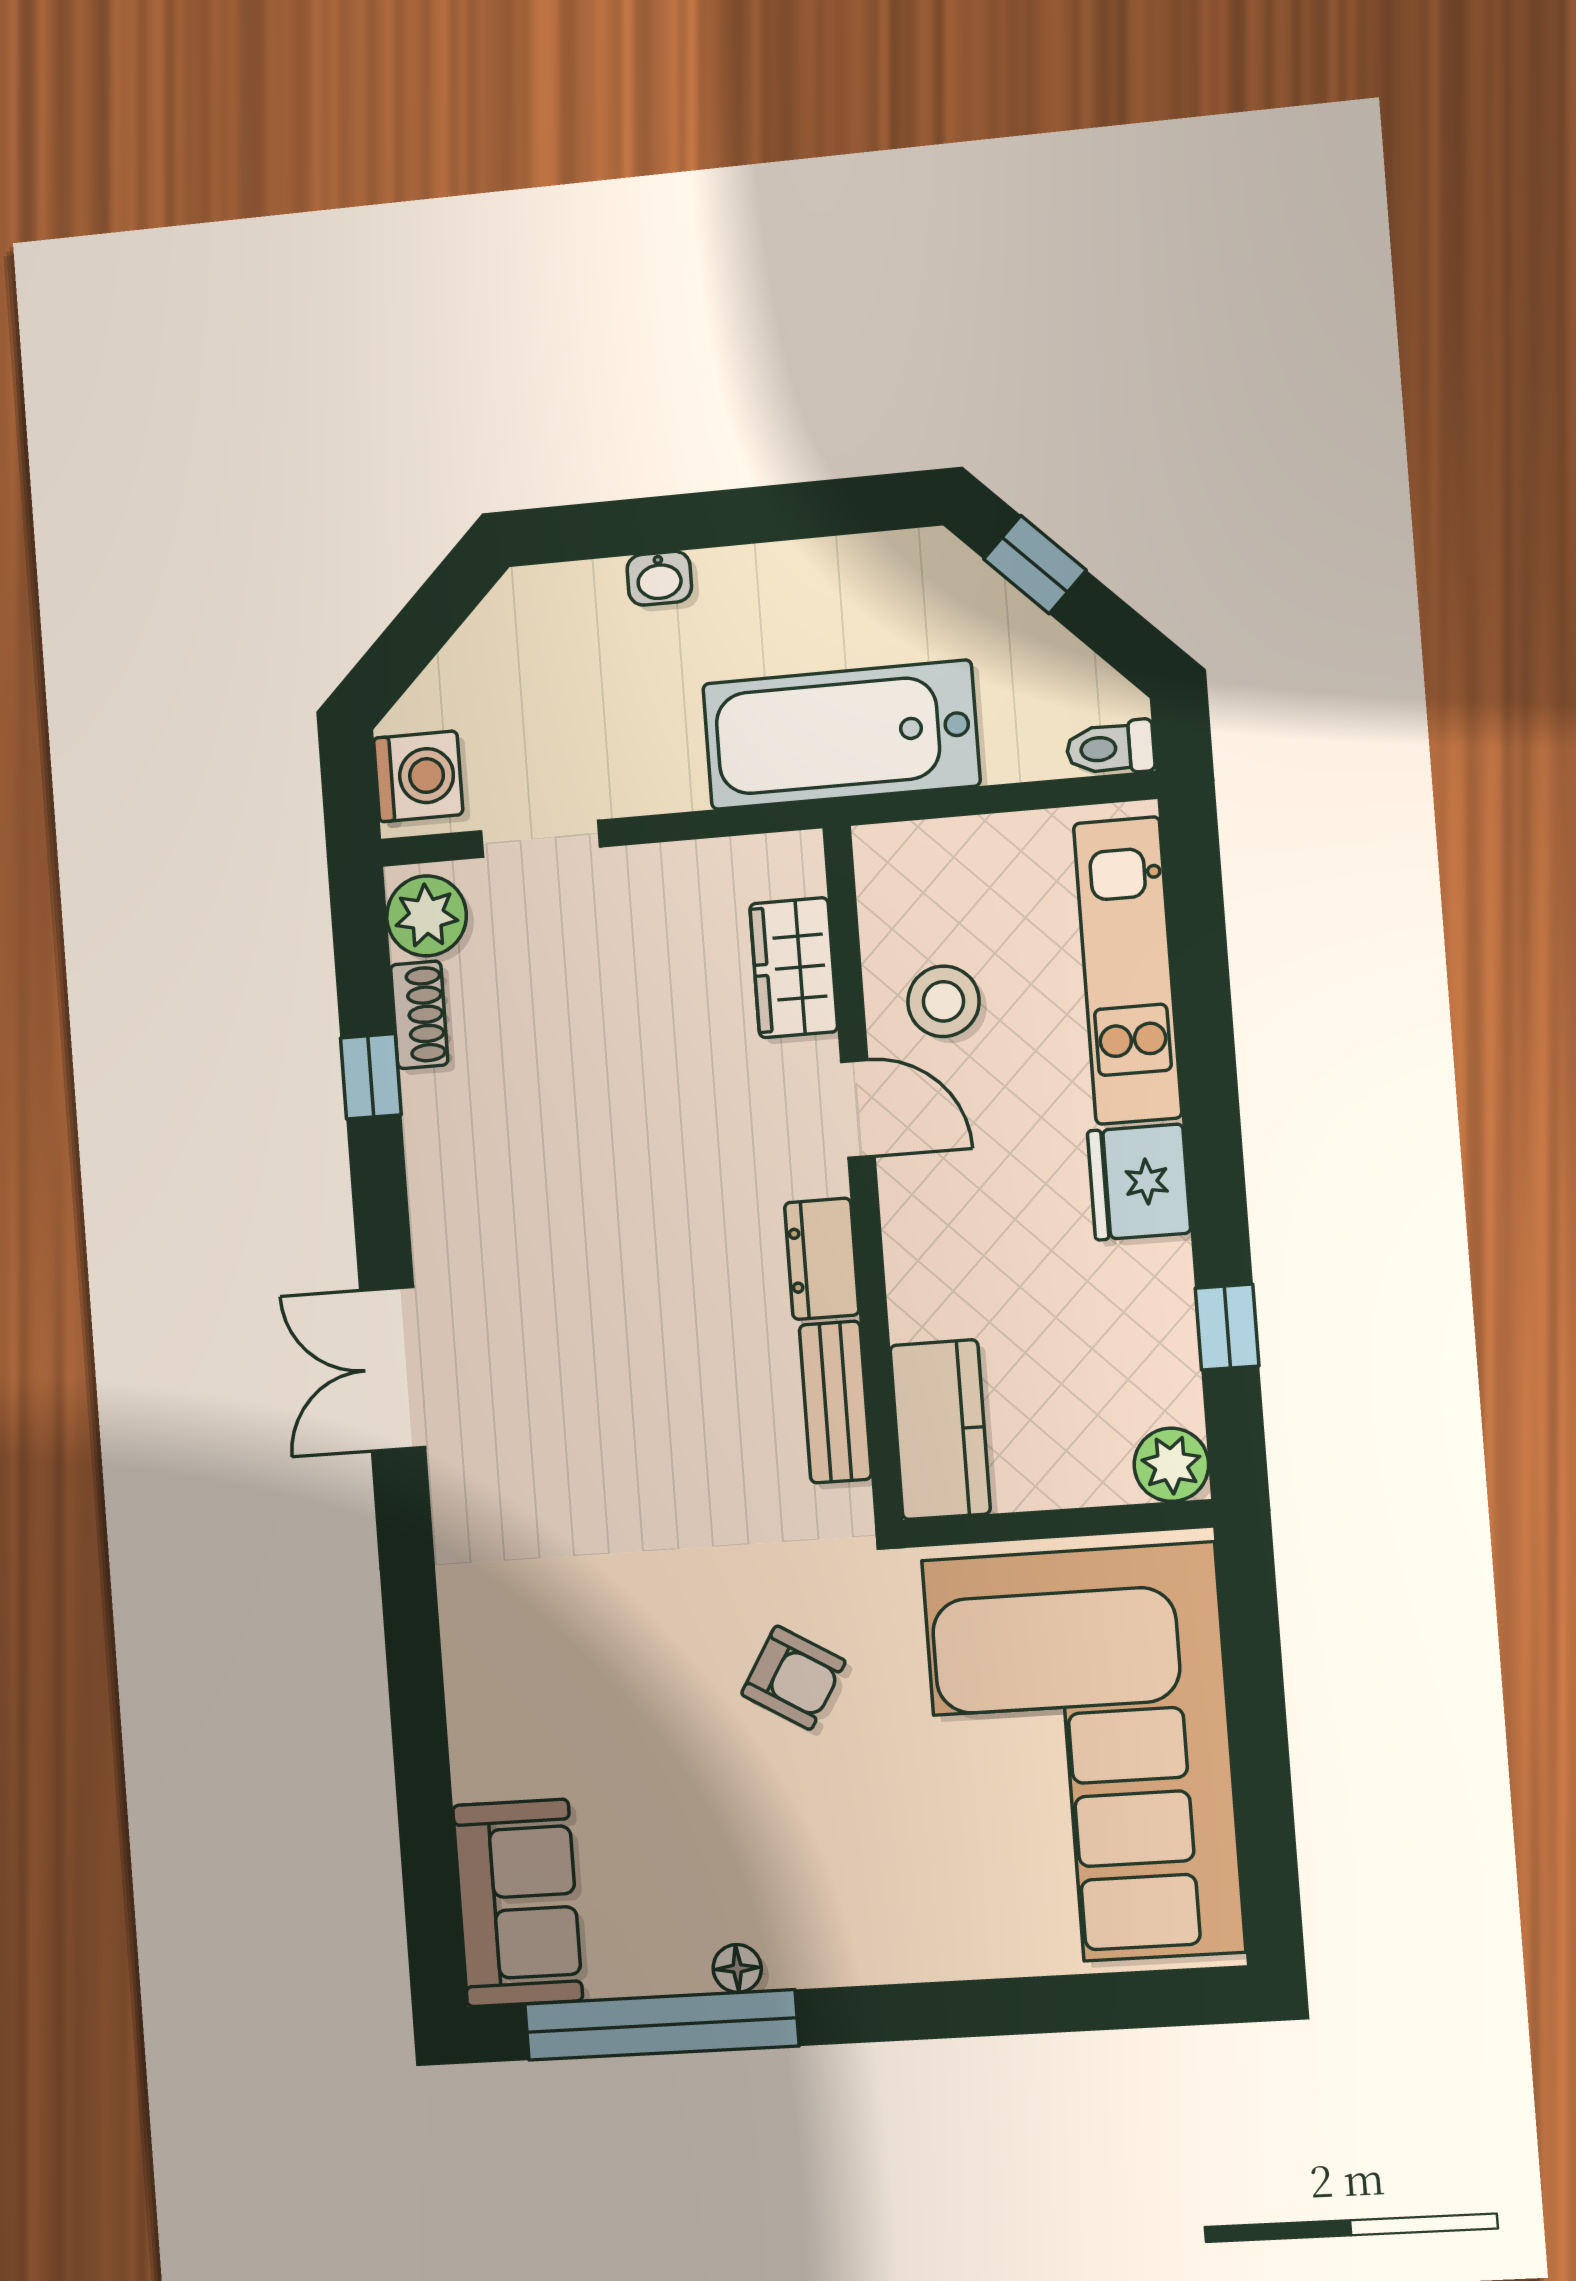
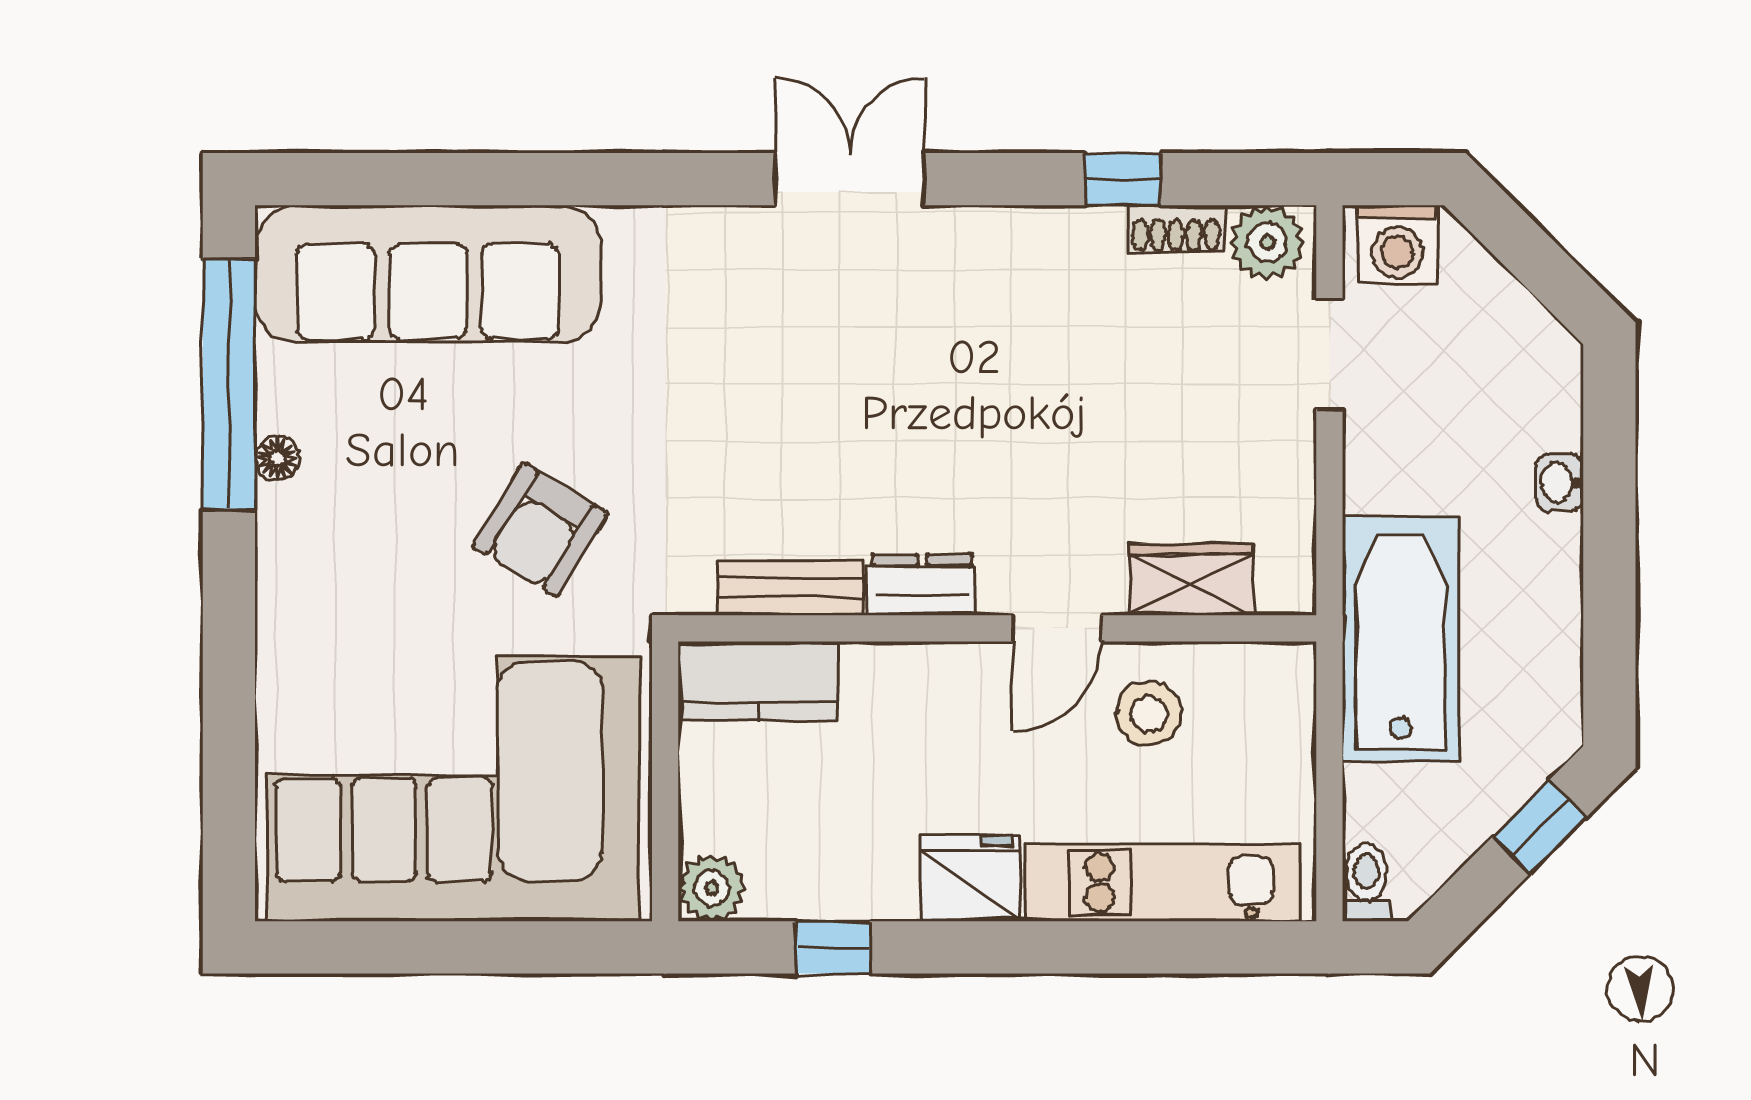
armchair: (793, 1678) -> (540, 530), width x1.38, depth x1.38
sofa: (518, 1903) -> (428, 274), width x1.85, depth x1.27

